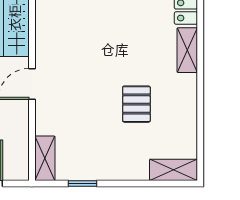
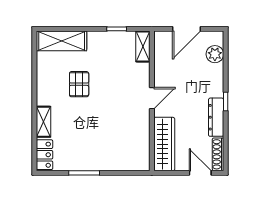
shelving: (174, 170) -> (62, 41), width x1.50, depth x1.33

